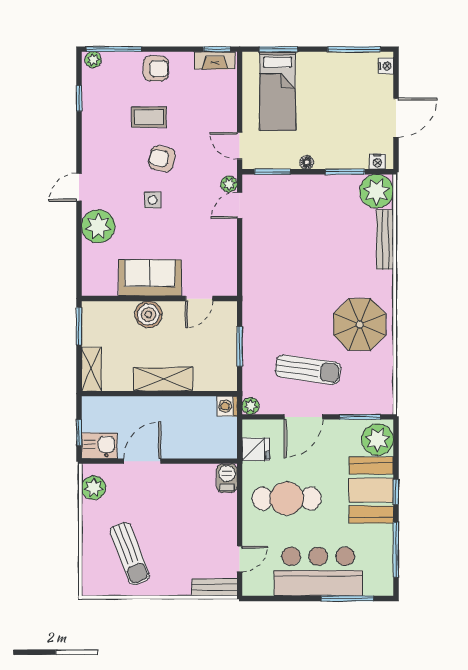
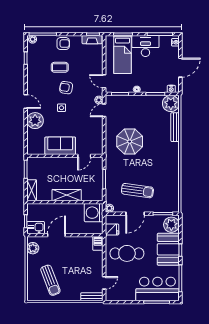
desk: (325, 73) -> (145, 46), added
door: (79, 187) -> (26, 102), swing flipped
boiler: (148, 314) -> (60, 164), removed
parasol: (360, 324) -> (130, 142), moved
washing machine: (227, 406) -> (94, 213), width x1.89, depth x1.89
bar counter: (318, 571) -> (157, 289), moved

